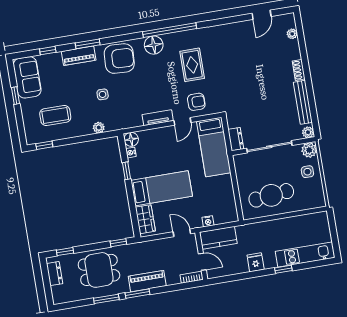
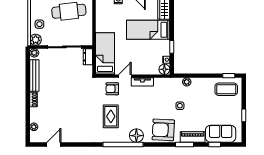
sofa: (27, 77) -> (221, 134), moved, turned 90
coffee table: (55, 116) -> (226, 89), moved

